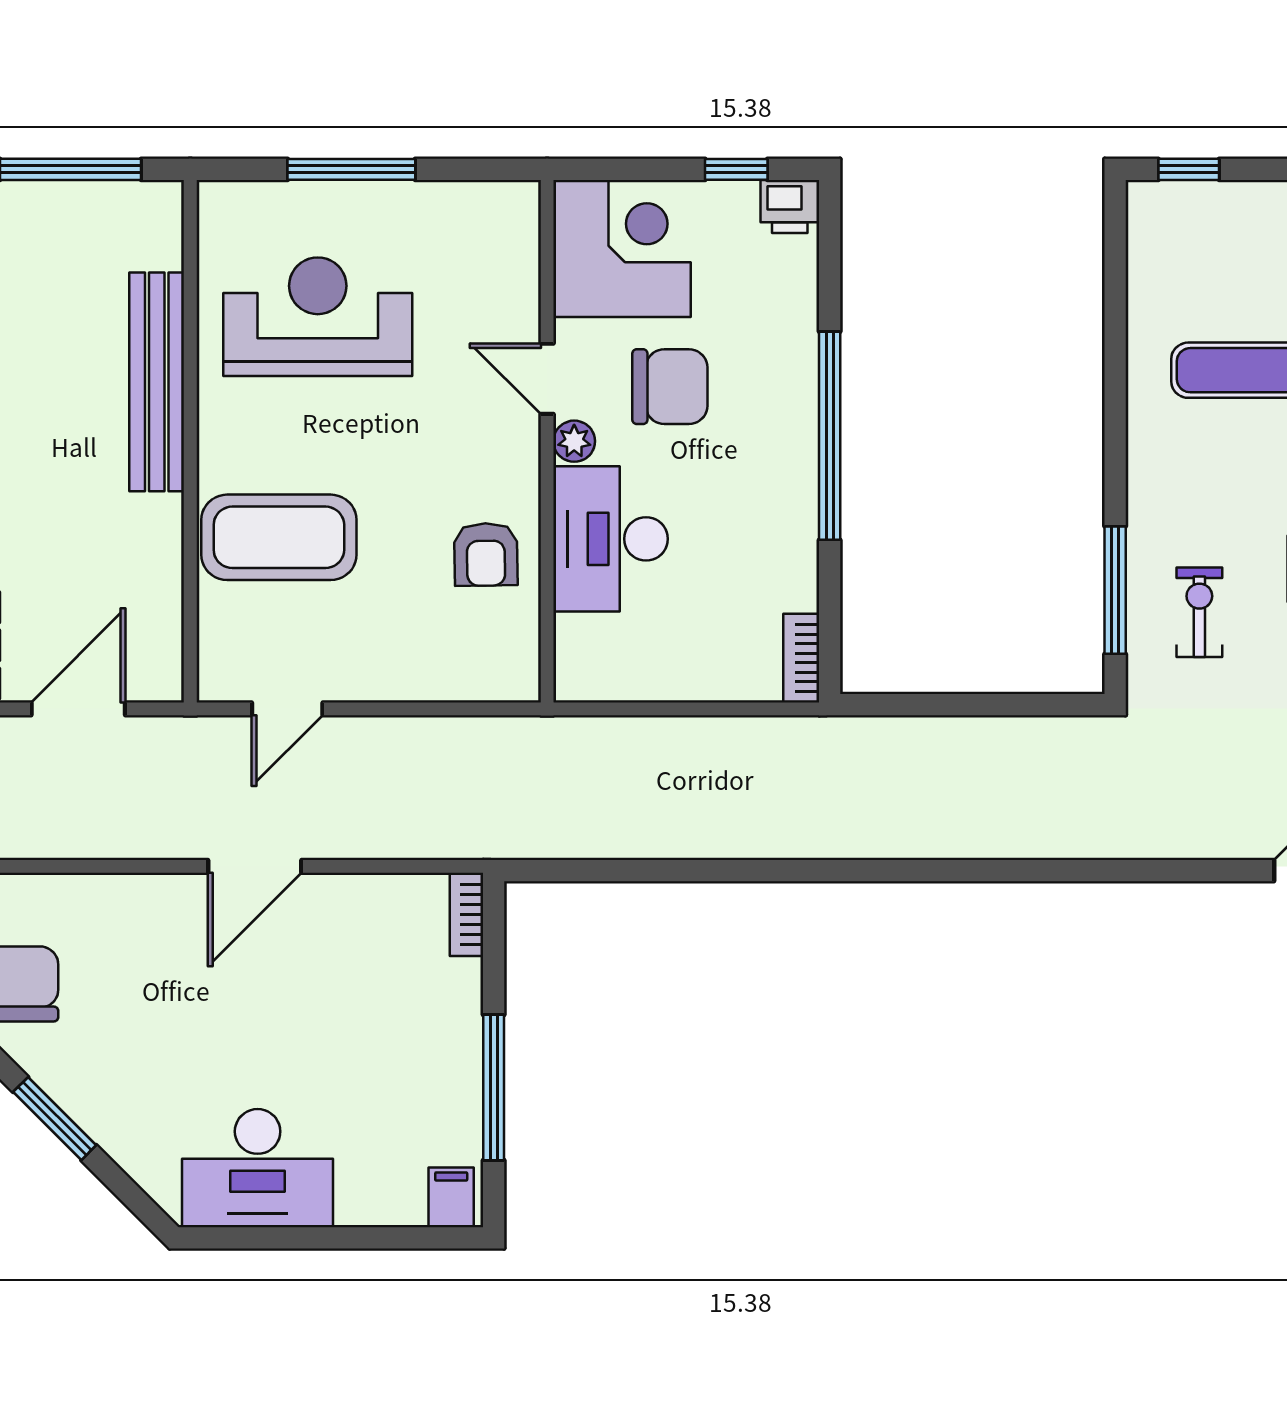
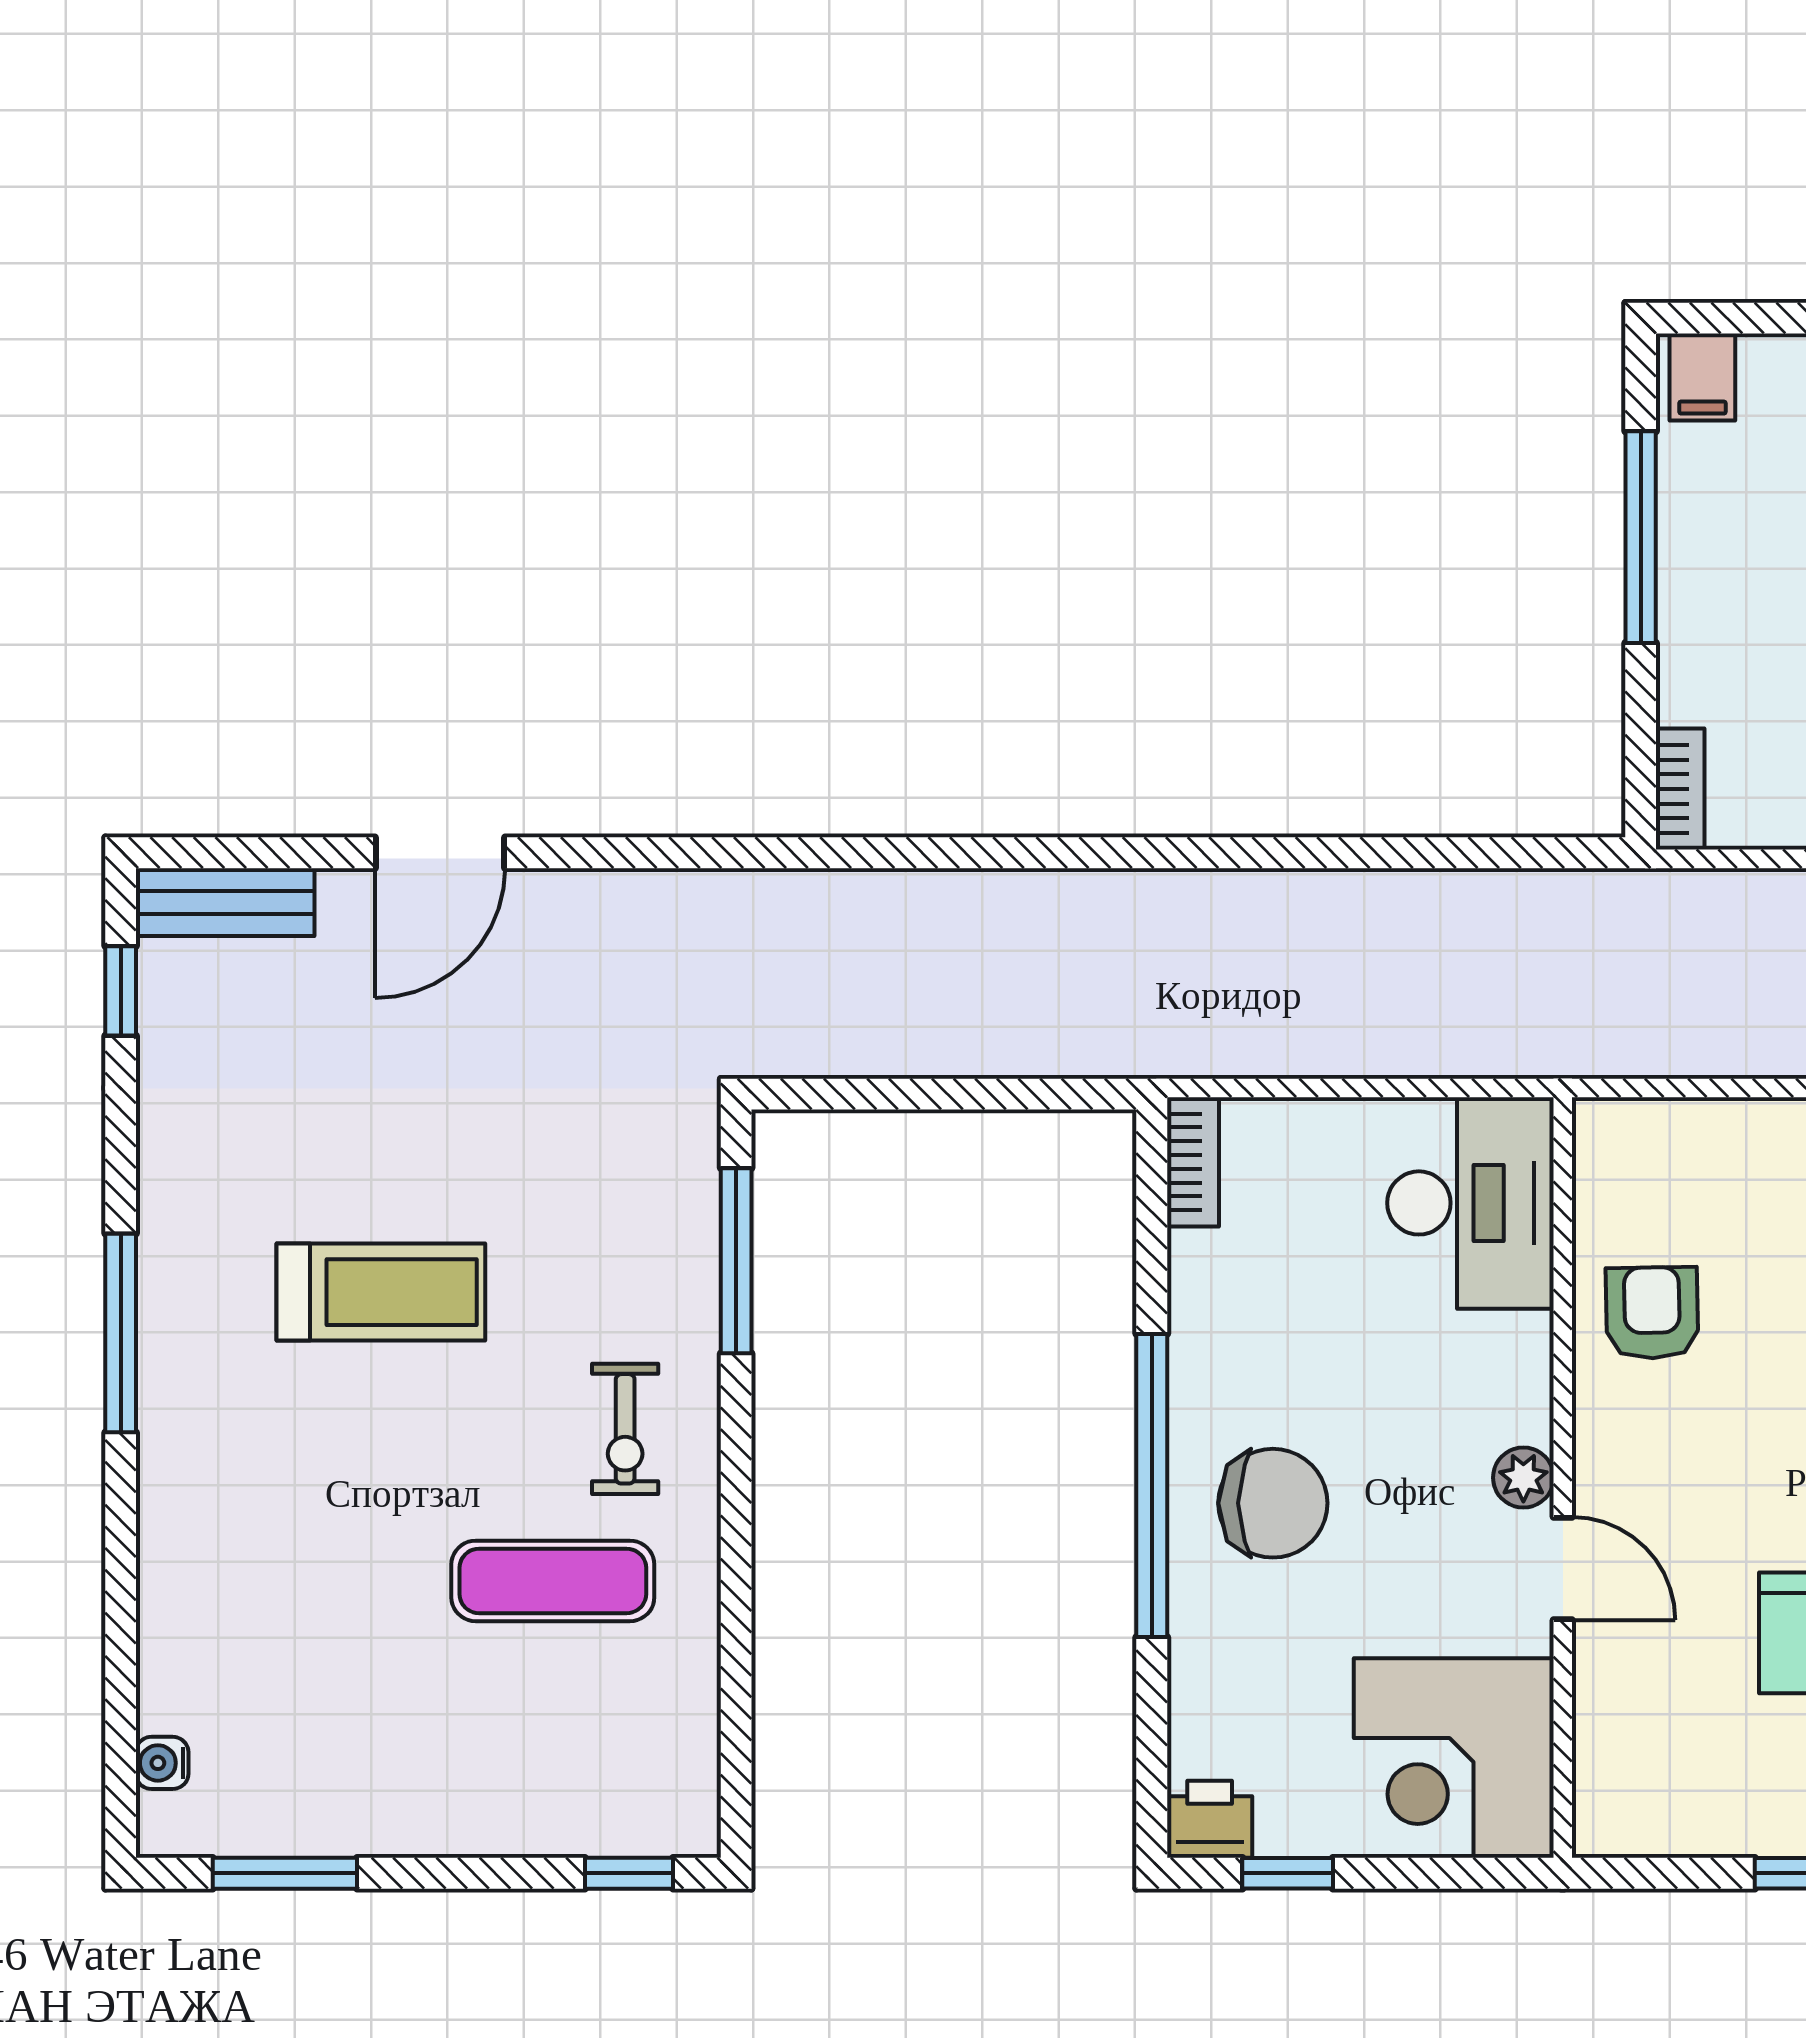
chair: (670, 387) -> (1273, 1503), moved, turned 180
desk: (611, 539) -> (1470, 1203), moved
exercise bike: (1199, 612) -> (625, 1429), moved

